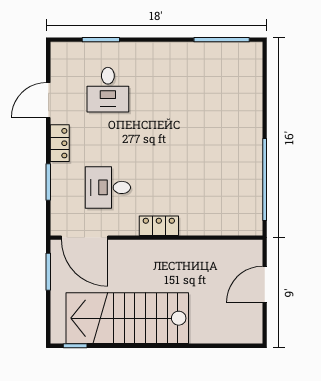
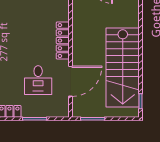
locker: (159, 226) -> (63, 41), width x1.53
door: (85, 238) -> (71, 81), moved

